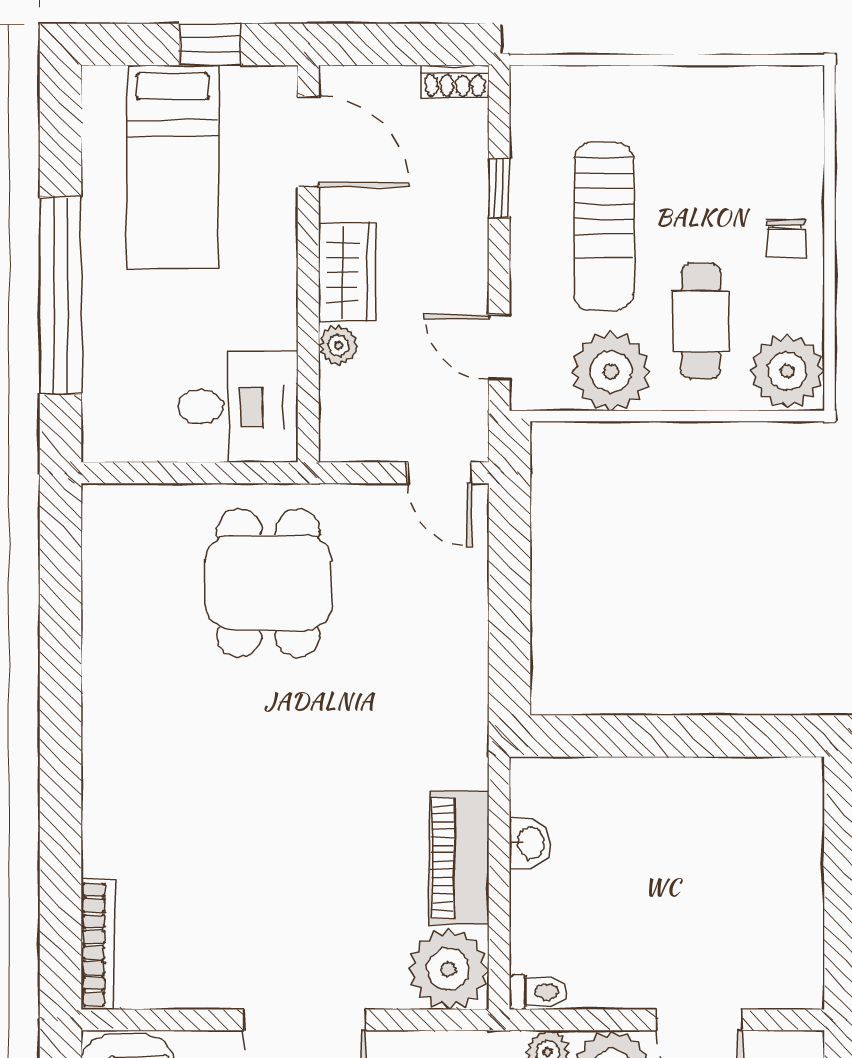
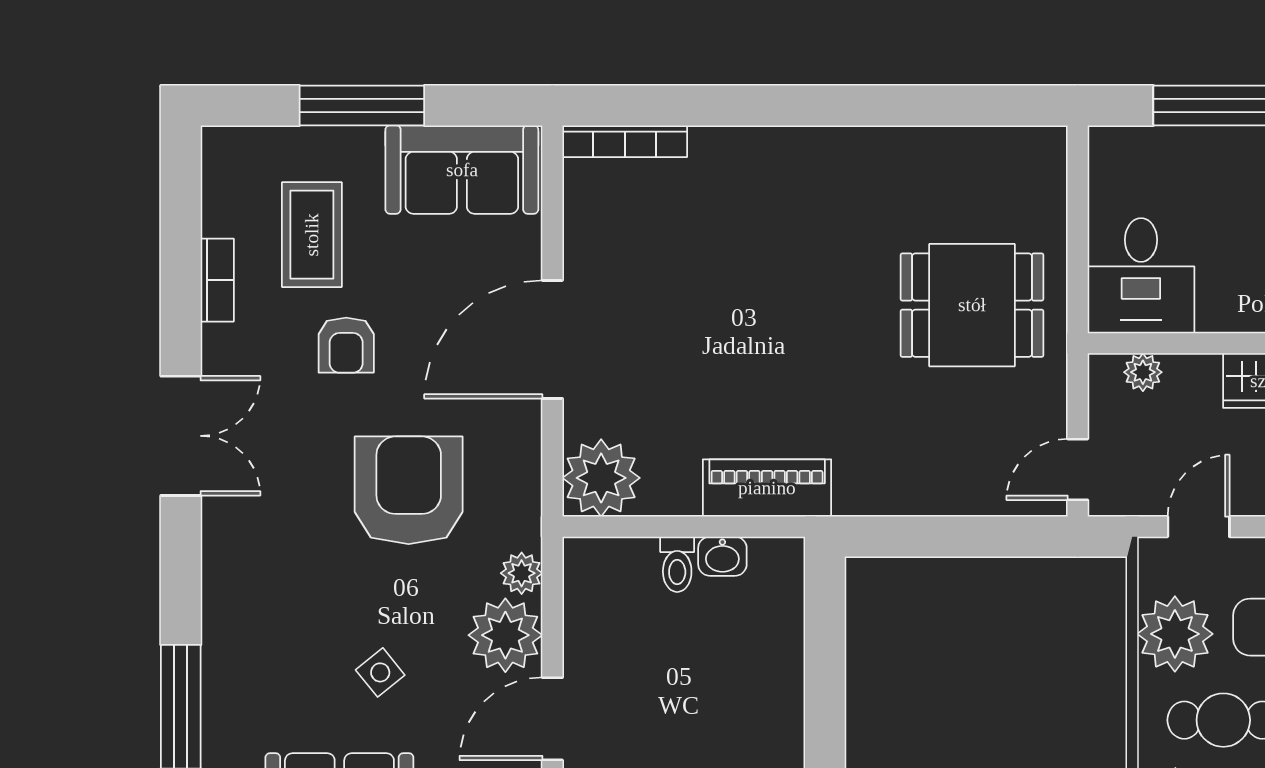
plant: (338, 345) -> (1143, 372), moved
piano: (459, 858) -> (767, 488), moved
toilet: (538, 992) -> (677, 564), moved

